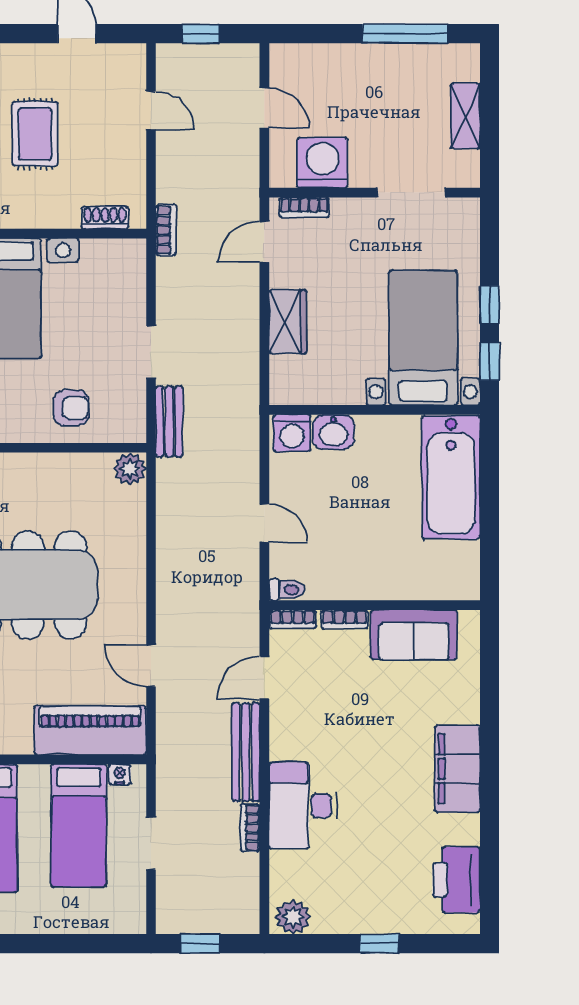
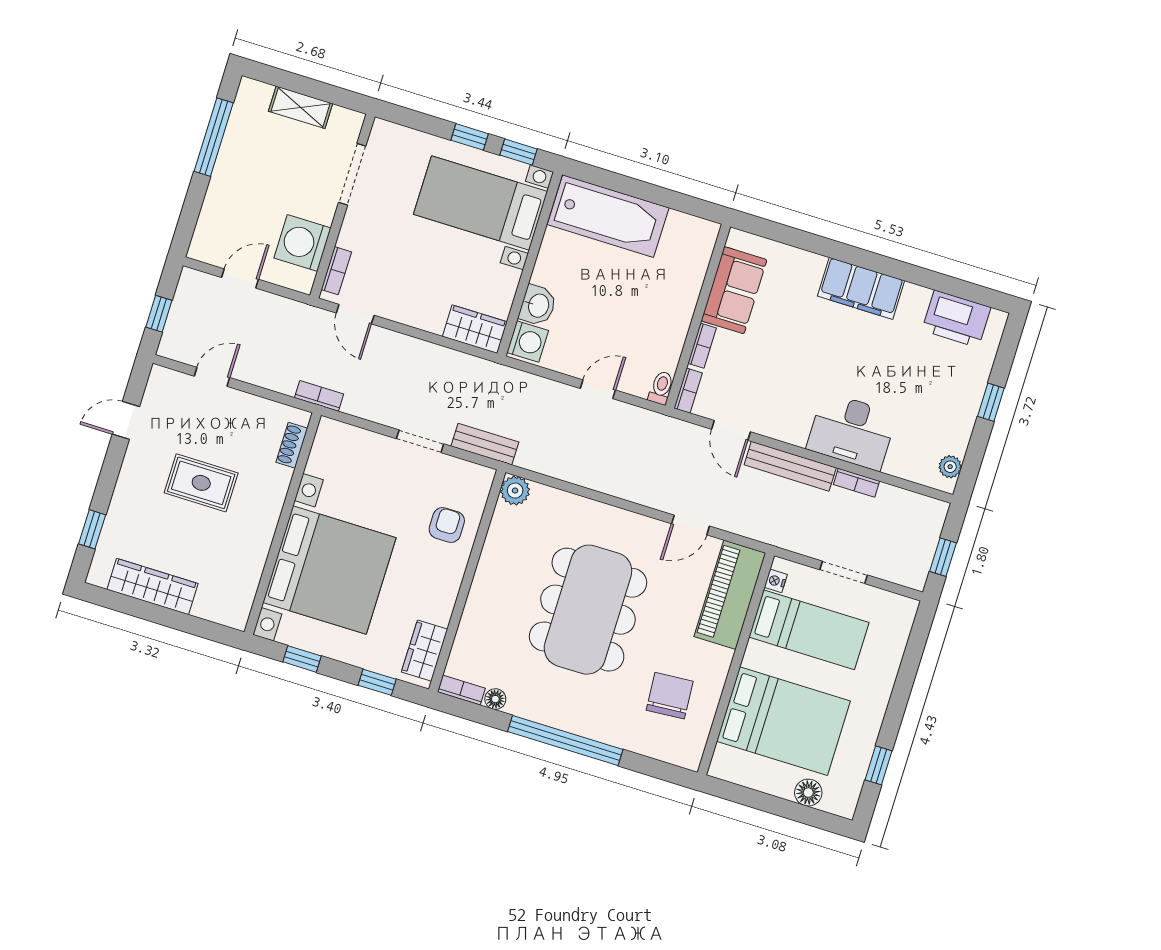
wardrobe: (288, 322) -> (475, 329), moved
plant: (293, 917) -> (950, 467), width x0.73, depth x0.73

